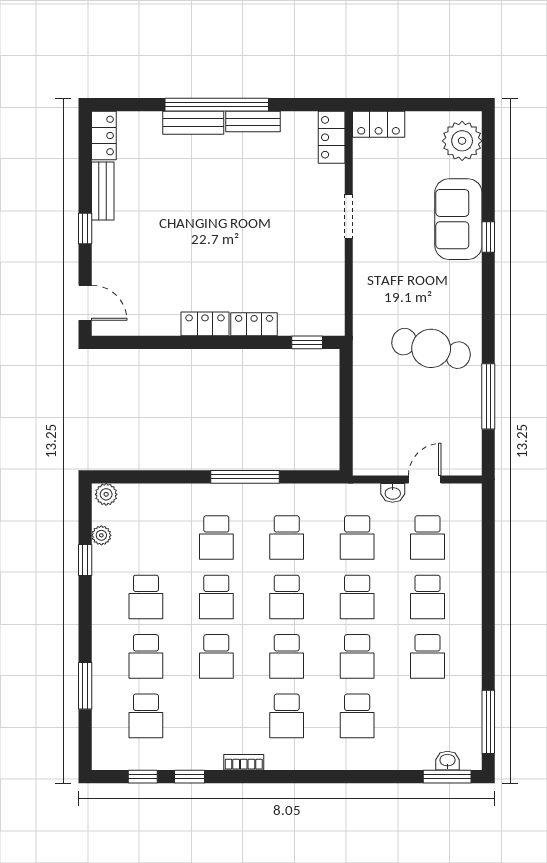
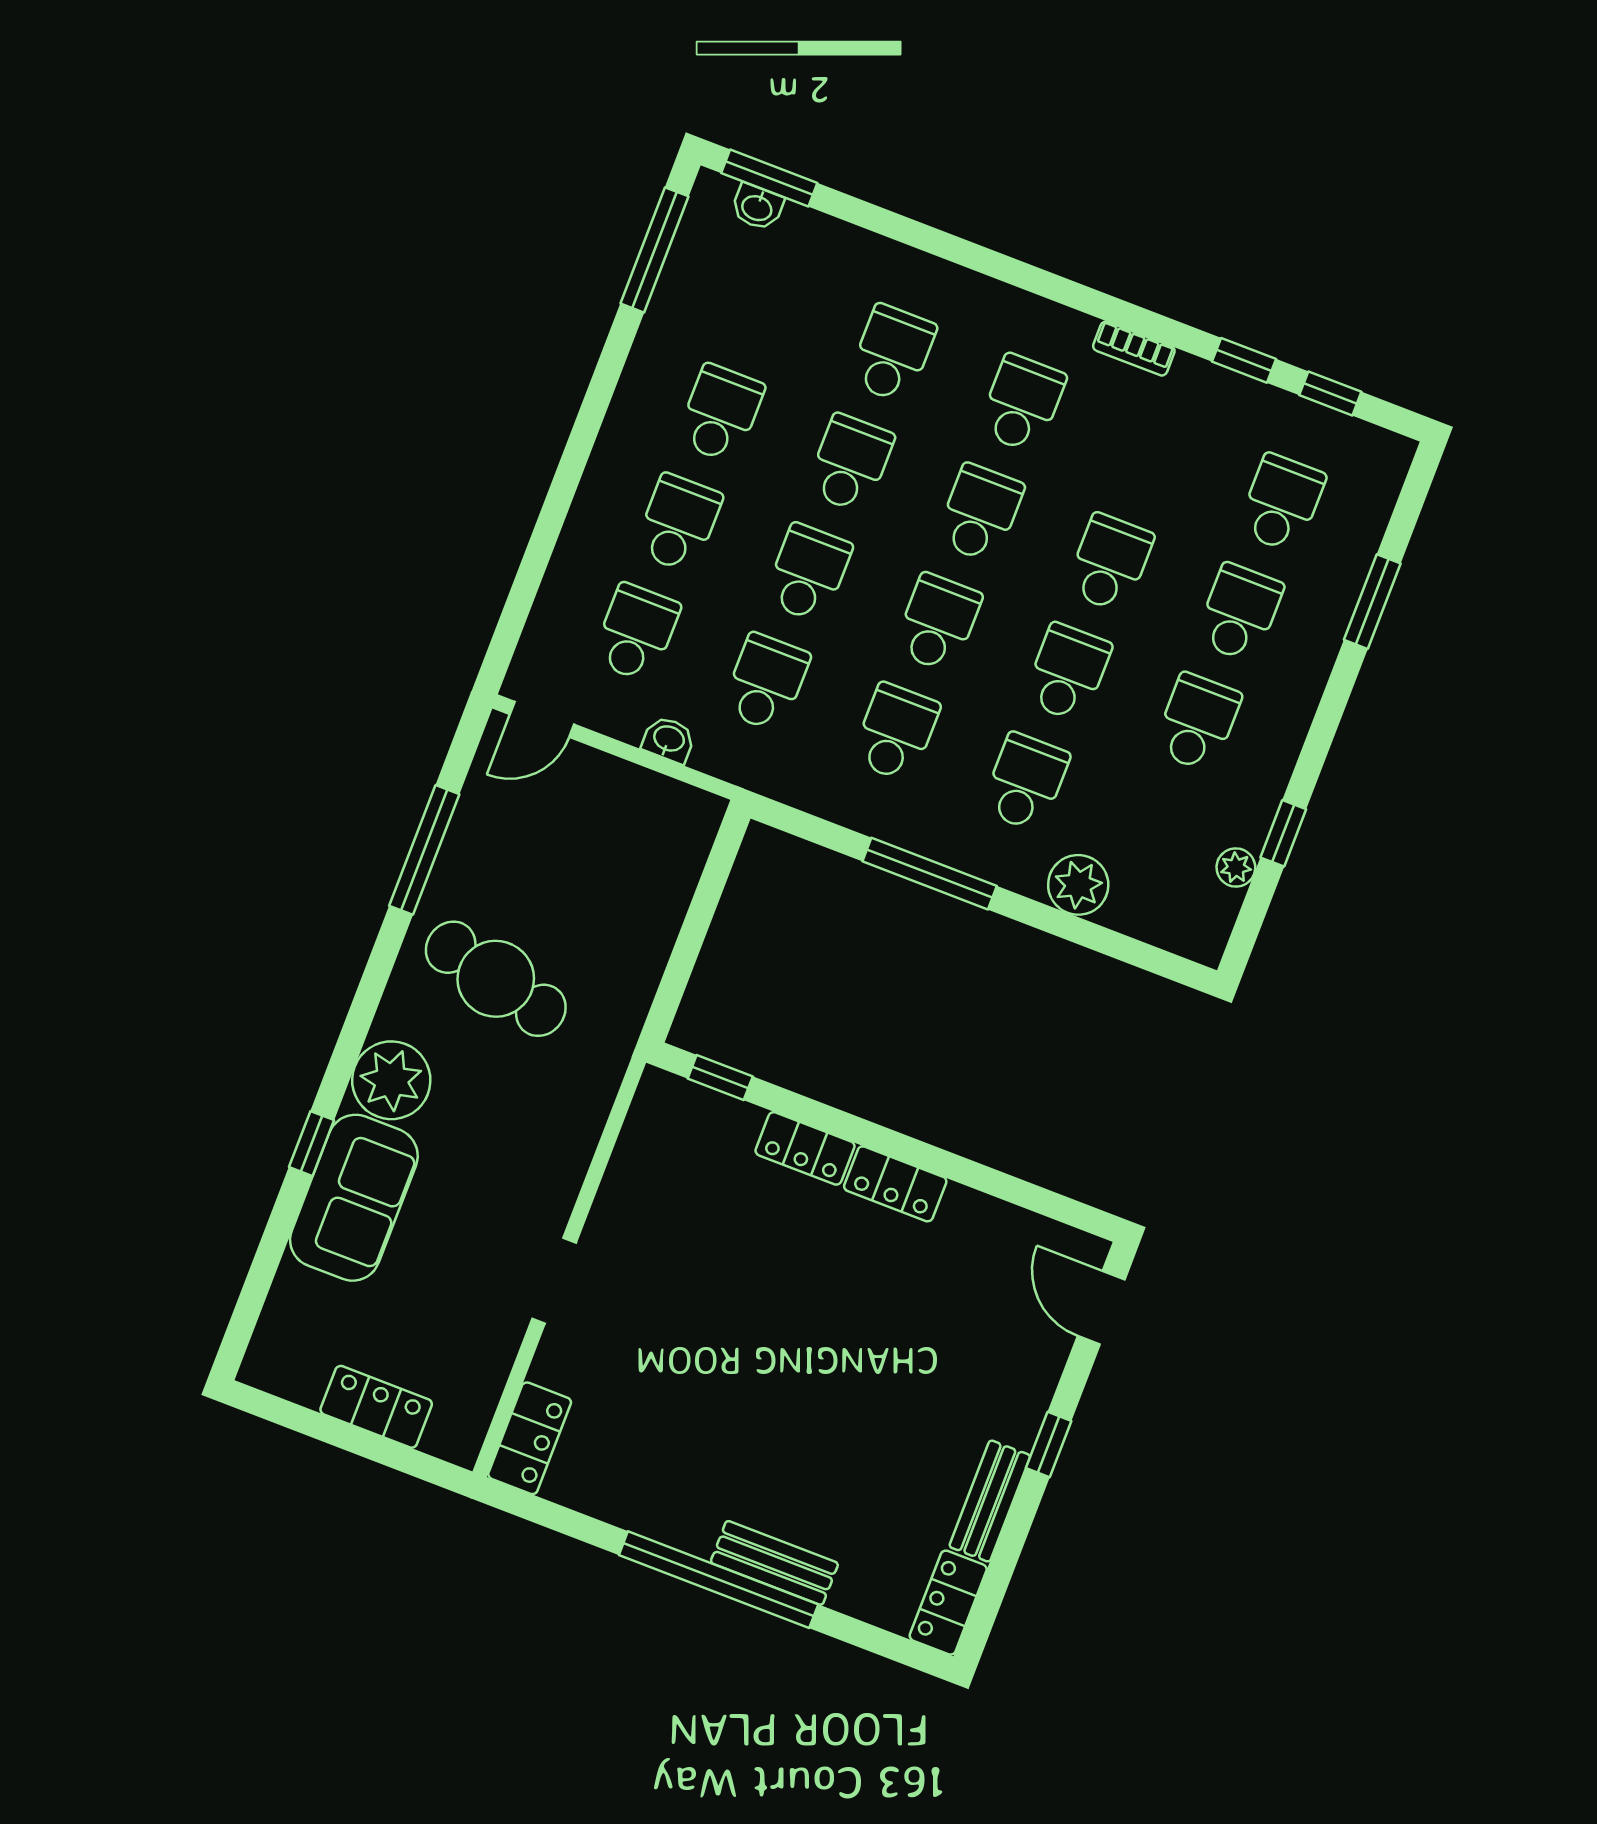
bench: (253, 122) -> (664, 1523), removed
locker: (379, 124) -> (376, 1407), moved
plant: (462, 141) -> (391, 1080), moved
door: (425, 479) -> (542, 719), moved
plant: (106, 494) -> (1078, 885), moved, width x1.38, depth x1.38

